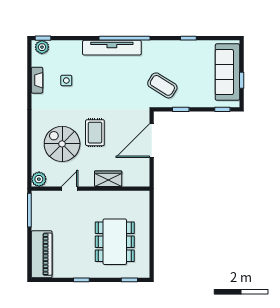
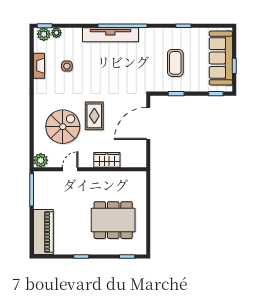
plant: (55, 46) -> (56, 33), added
coffee table: (162, 85) -> (175, 63), moved, turned 58
spiral stairs: (62, 144) -> (63, 127), turned 90
dining table: (115, 242) -> (113, 220), turned 90

